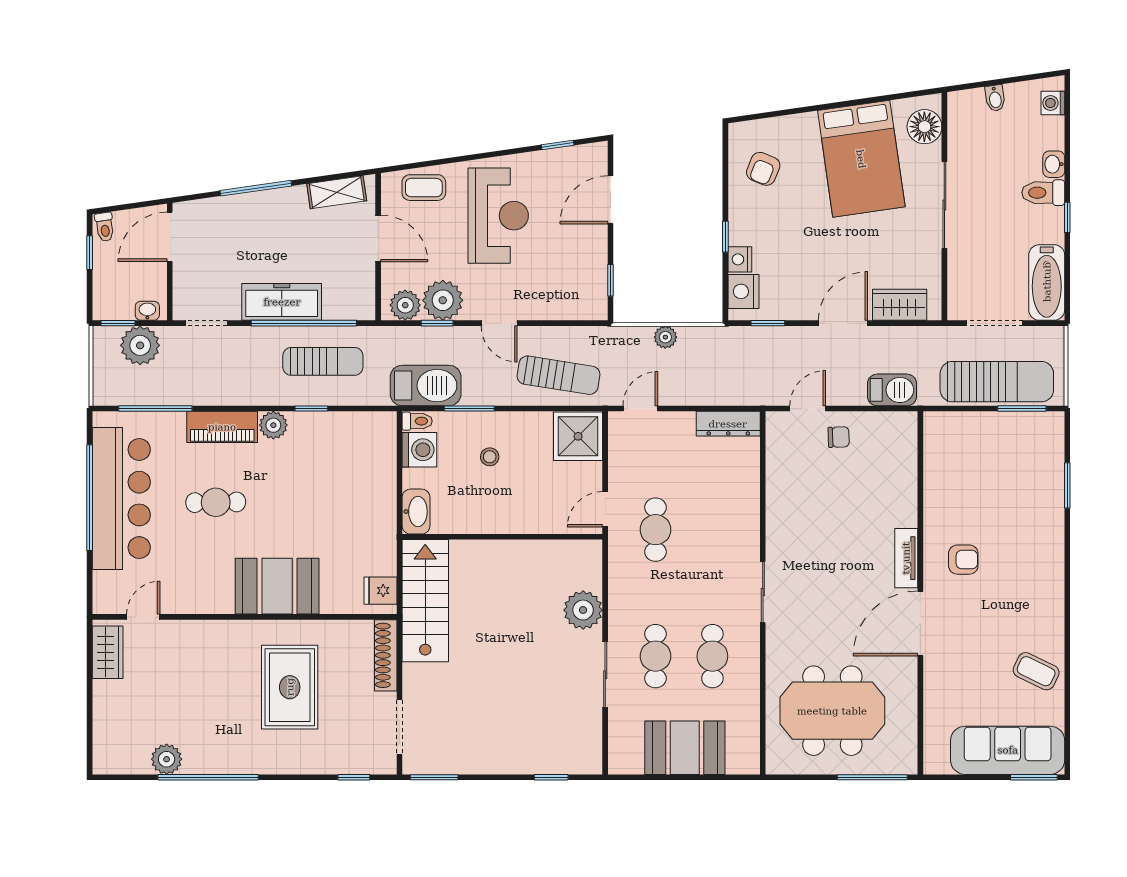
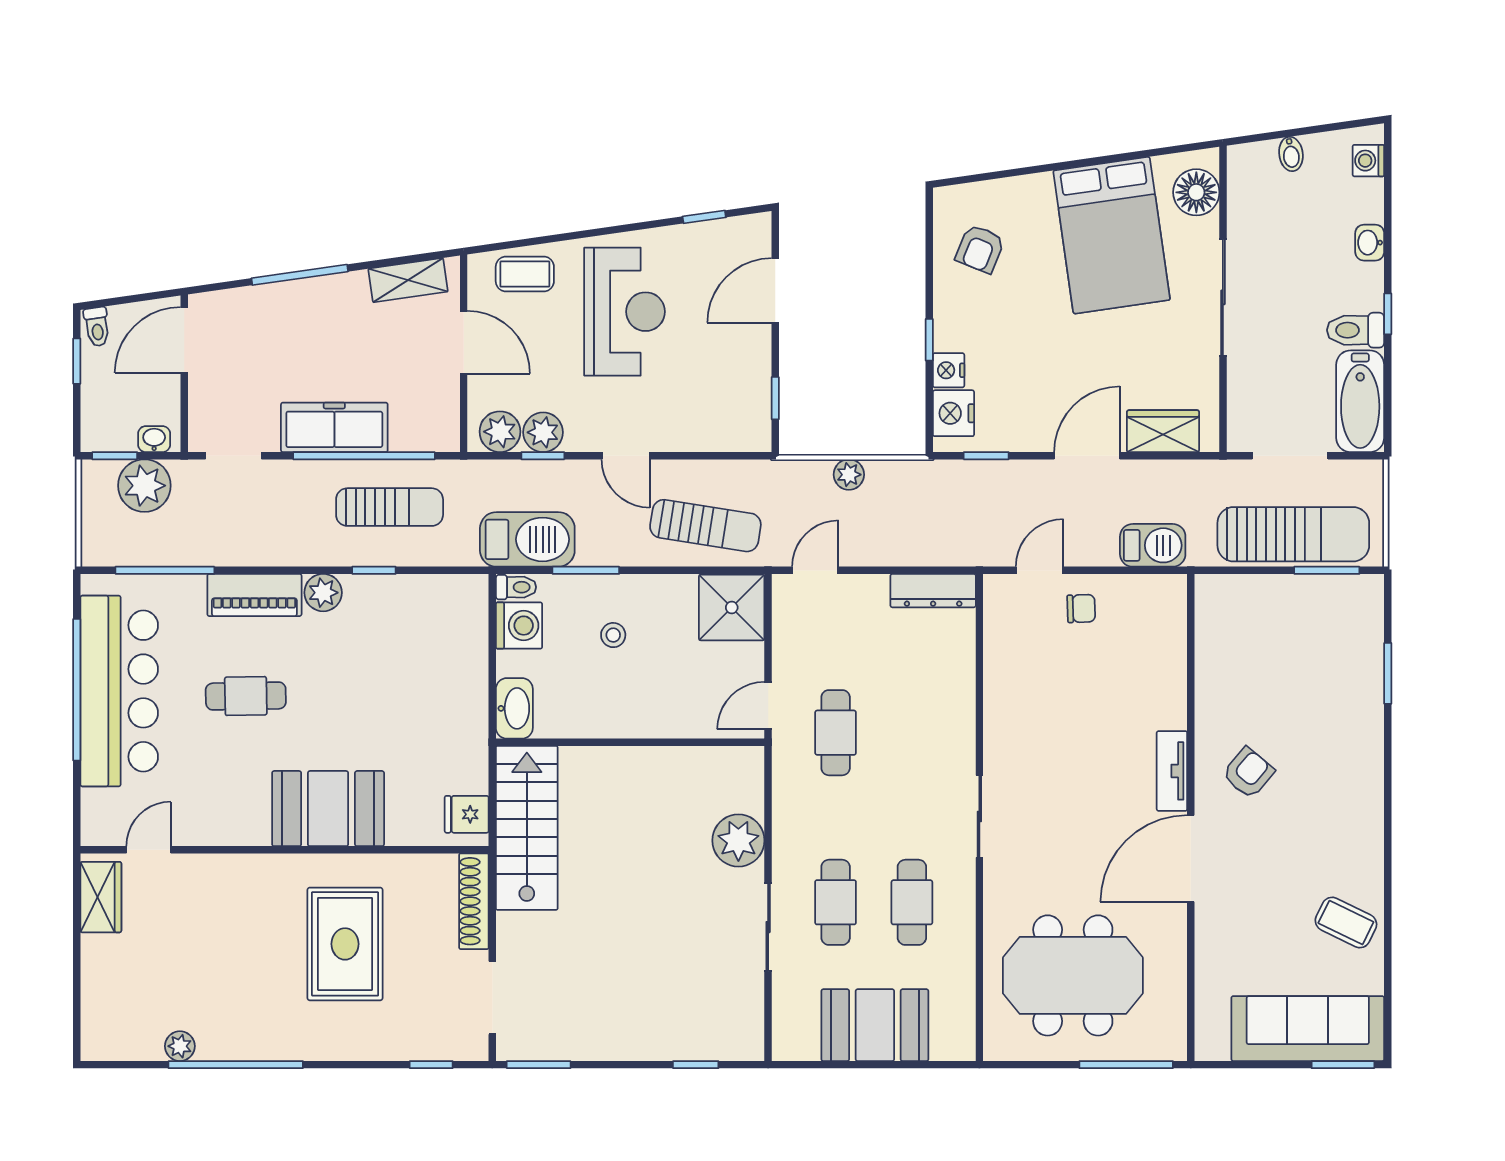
toilet: (1043, 193) -> (1356, 330), moved
plant: (443, 300) -> (543, 432), width x0.73, depth x0.73
armchair: (963, 560) -> (1248, 773), turned -50
plant: (167, 759) -> (180, 1046), width x0.73, depth x0.73

